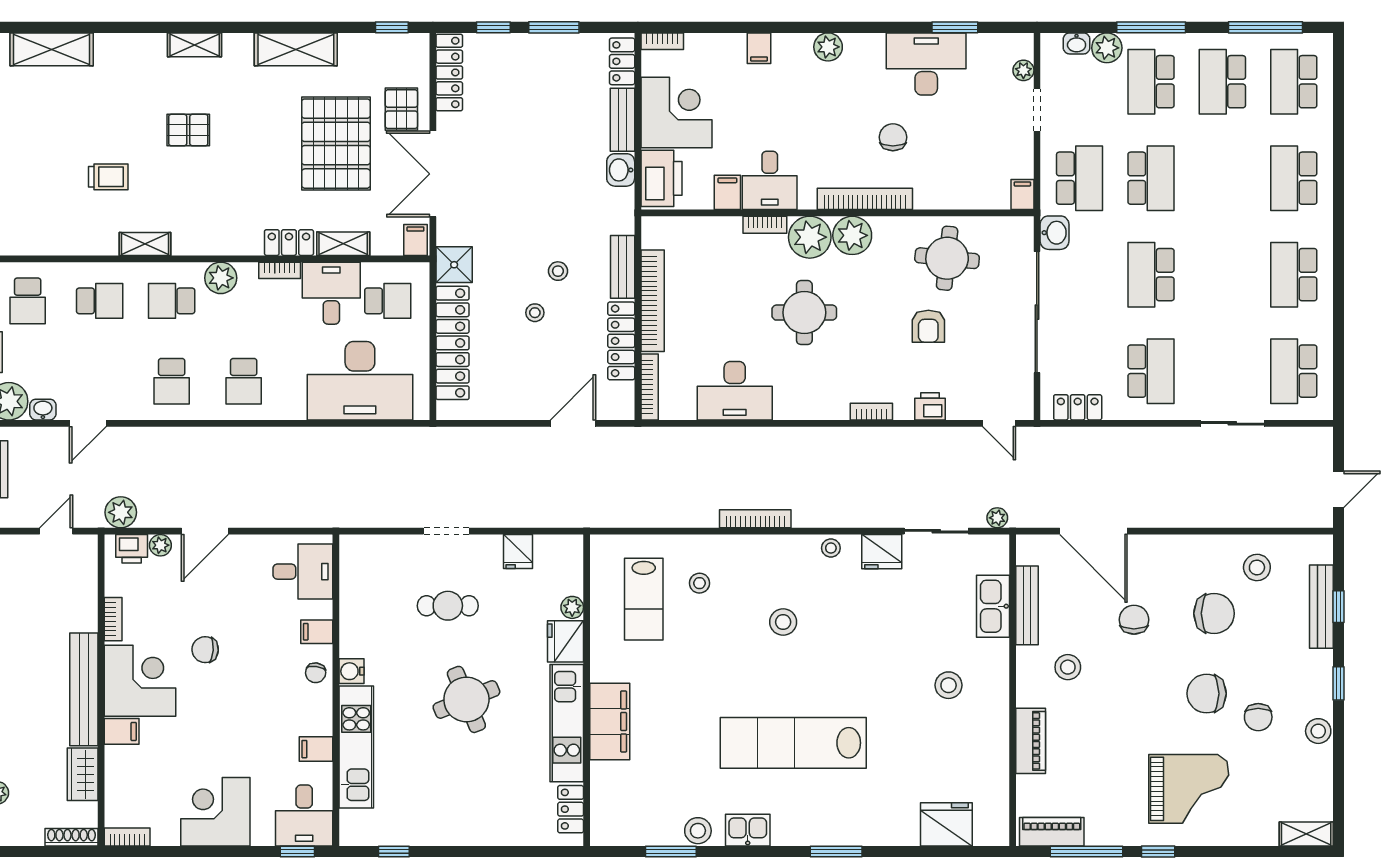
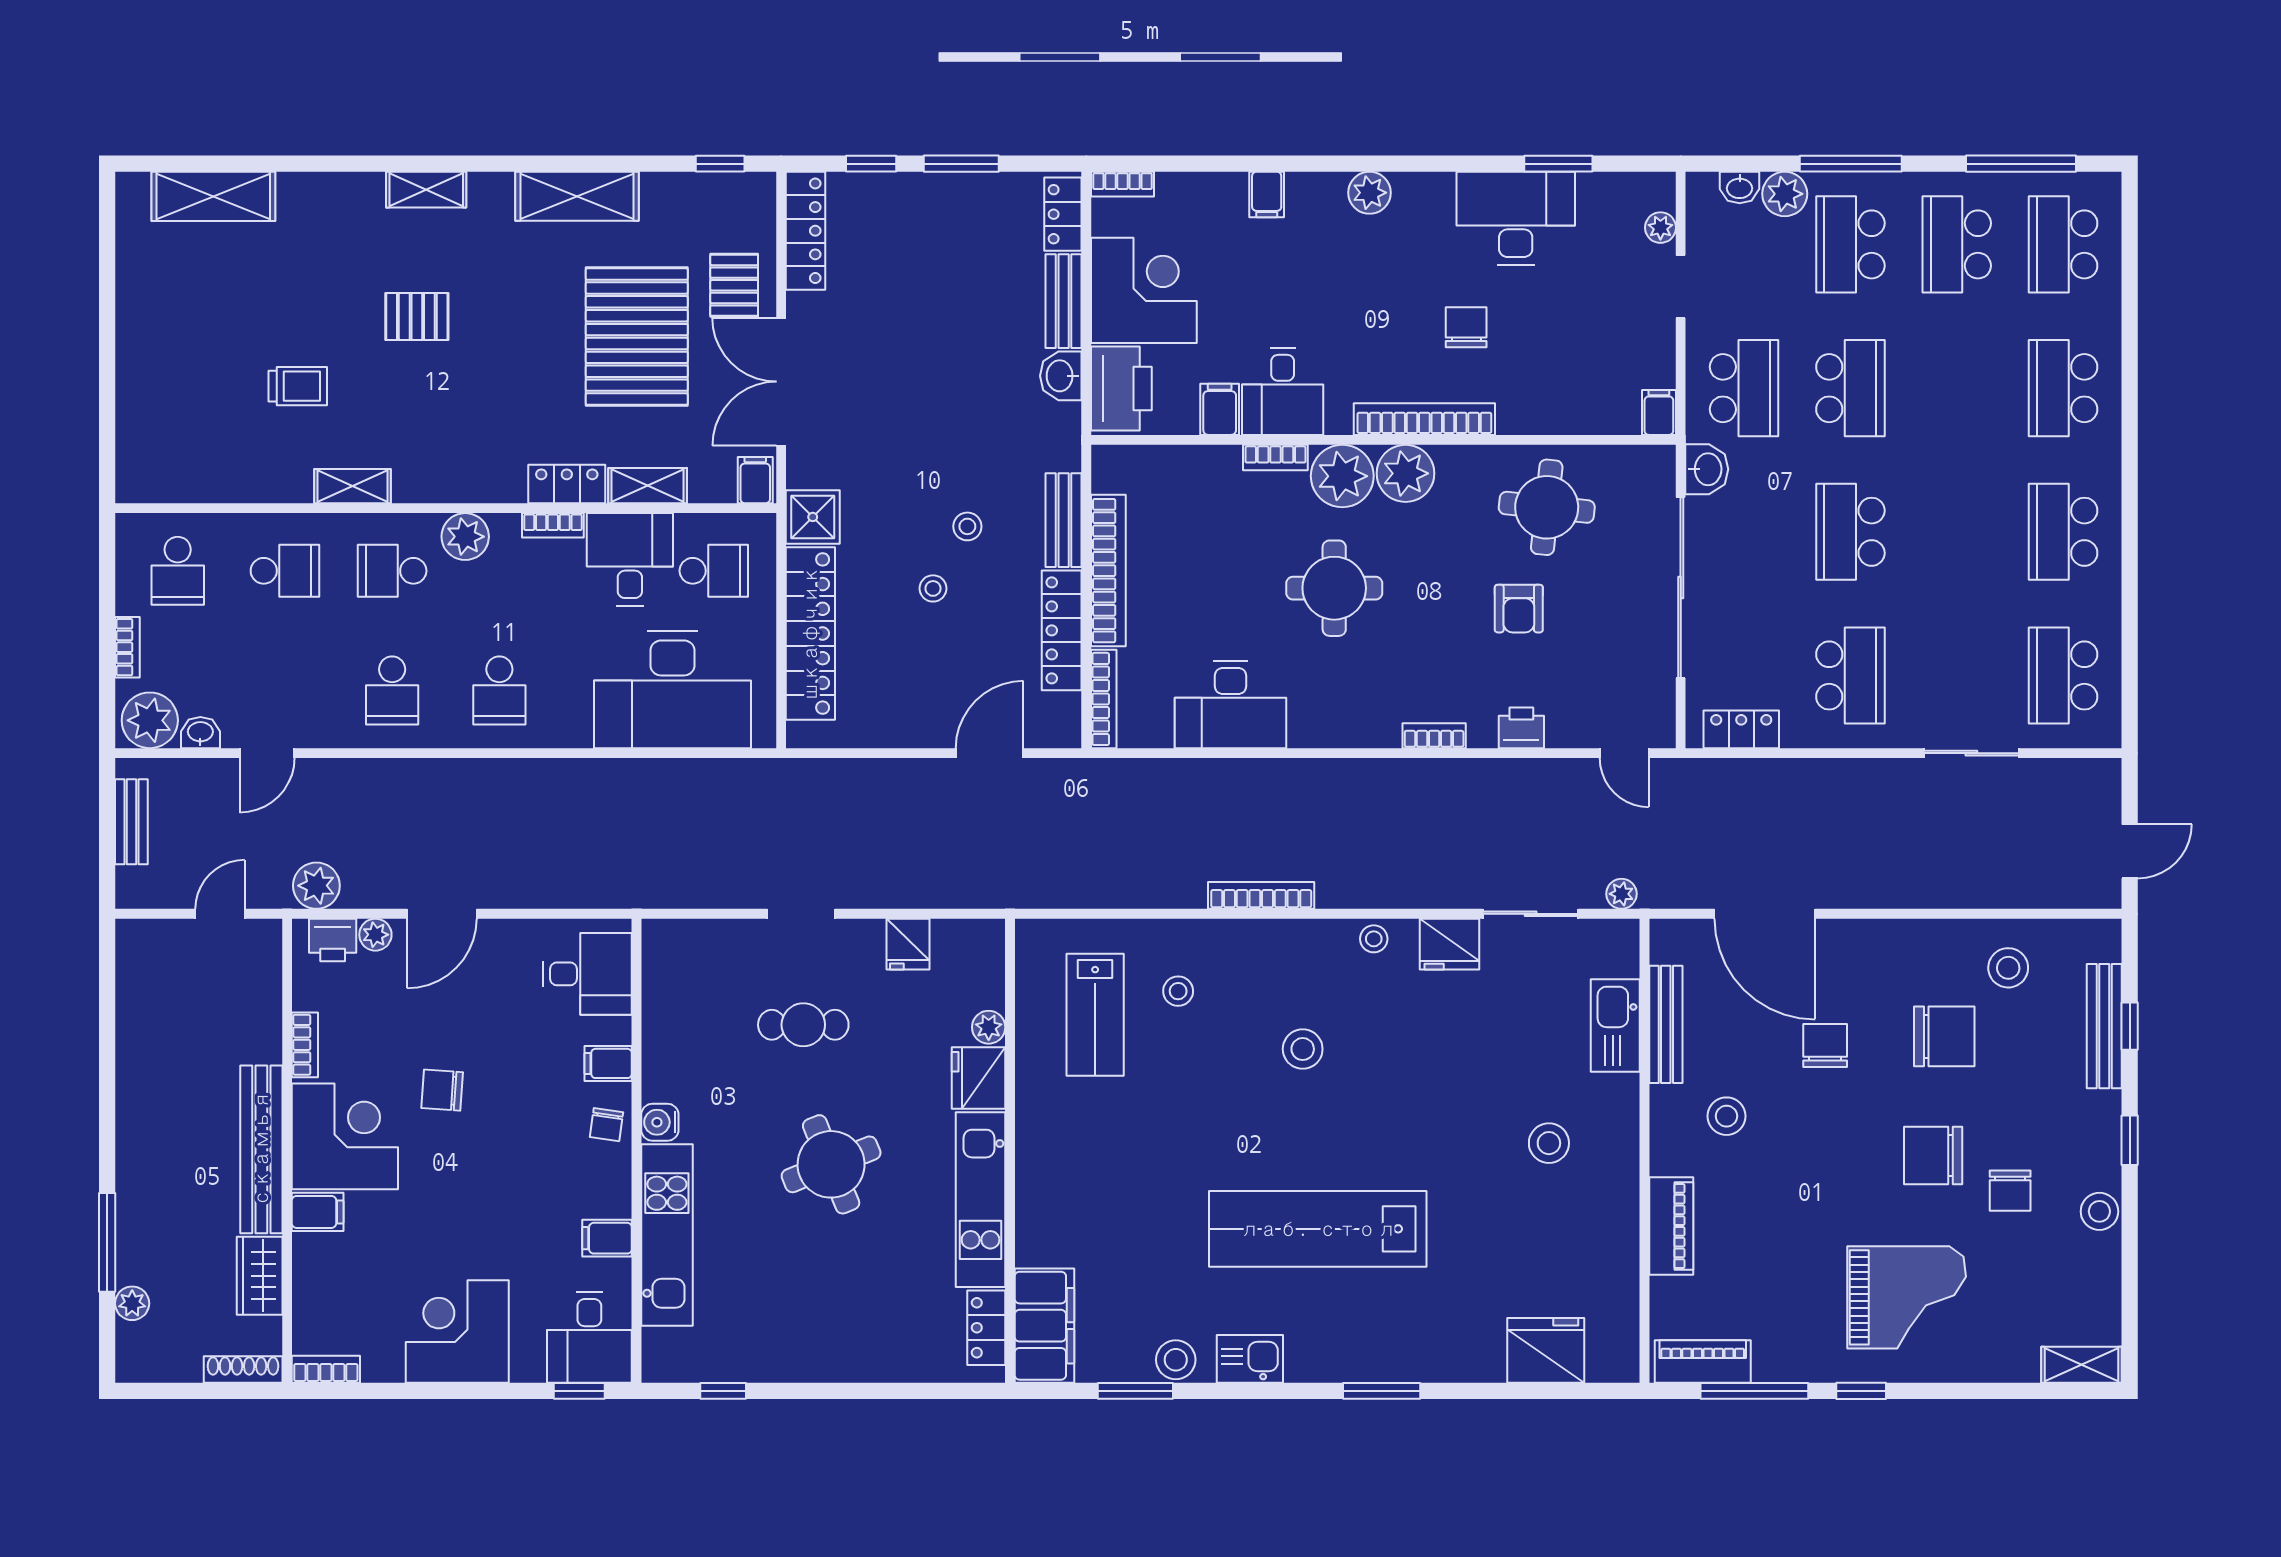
filing cabinet: (610, 721) -> (1044, 1326), moved

